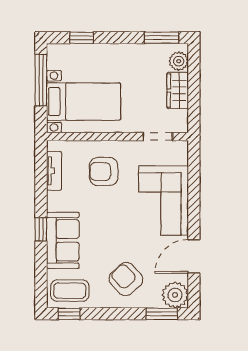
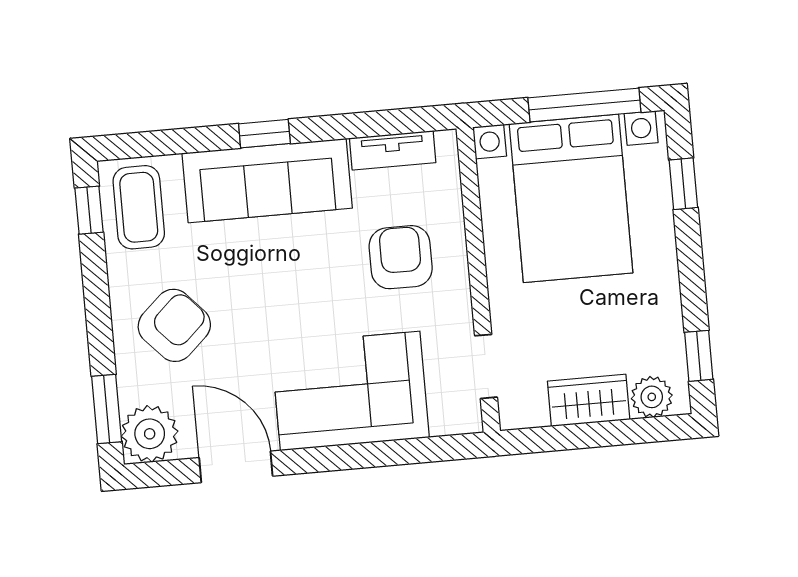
window: (162, 38) -> (699, 356), width x0.67
bed with nightstands: (84, 102) -> (571, 198), width x1.36
sofa: (63, 240) -> (267, 181), width x1.36

